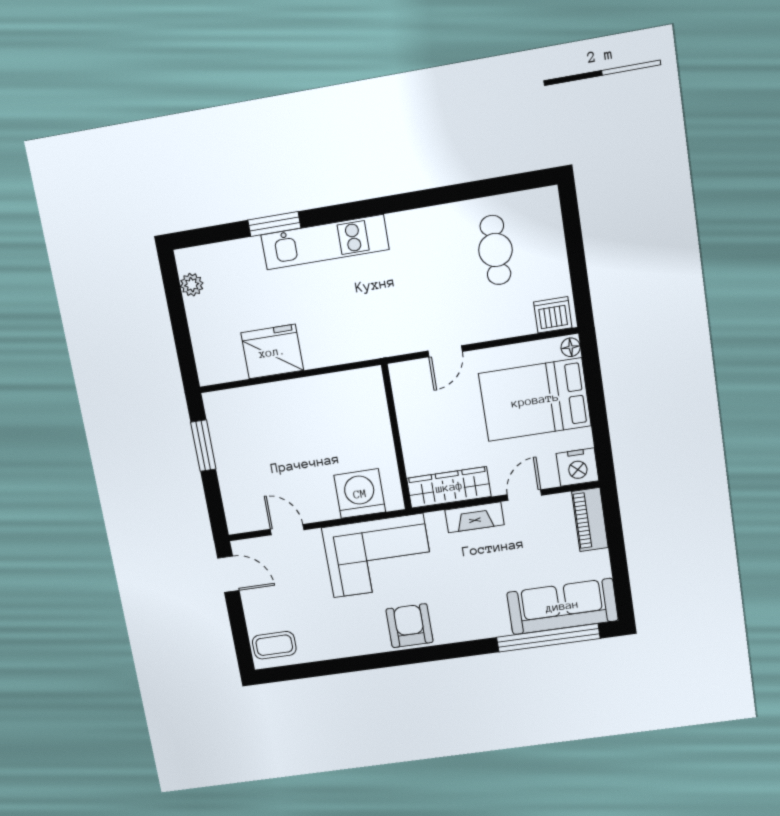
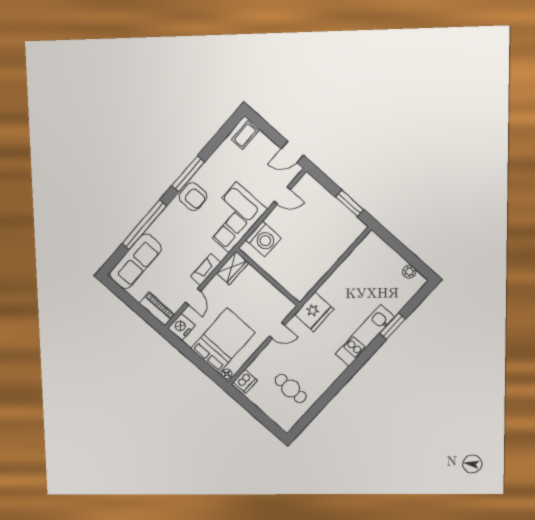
door: (445, 351) -> (277, 331), swing flipped
fridge: (272, 352) -> (314, 312), moved
wardrobe: (449, 487) -> (232, 268), width x0.67
window: (548, 638) -> (144, 225), moved
window: (391, 659) -> (188, 174), added

